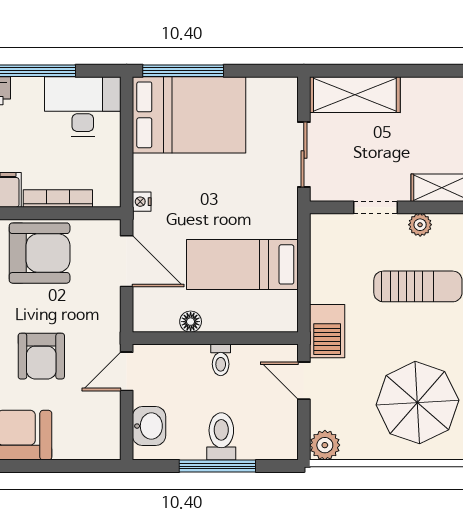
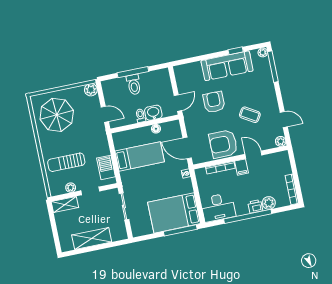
shelving: (355, 95) -> (92, 239), moved
barbecue: (327, 331) -> (106, 167), moved
washbasin: (149, 426) -> (153, 113), moved, turned 90

